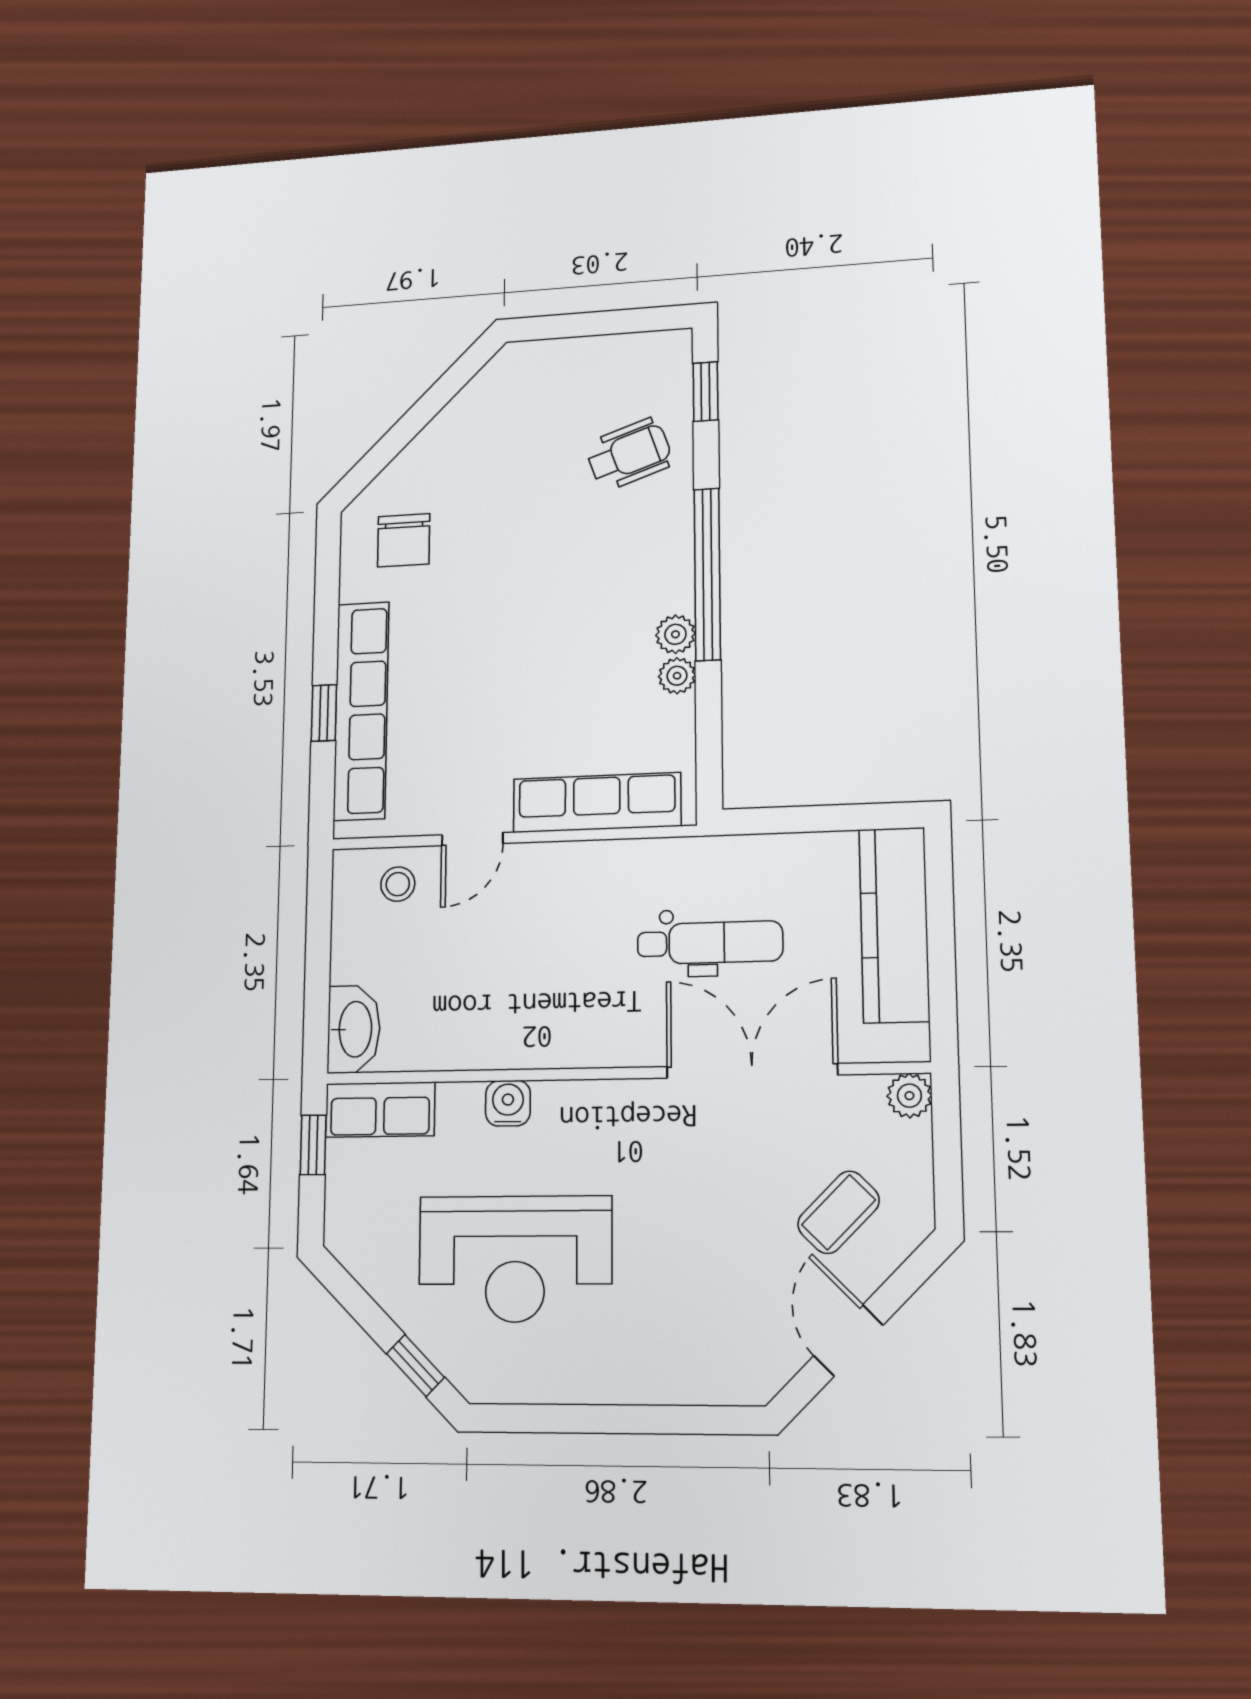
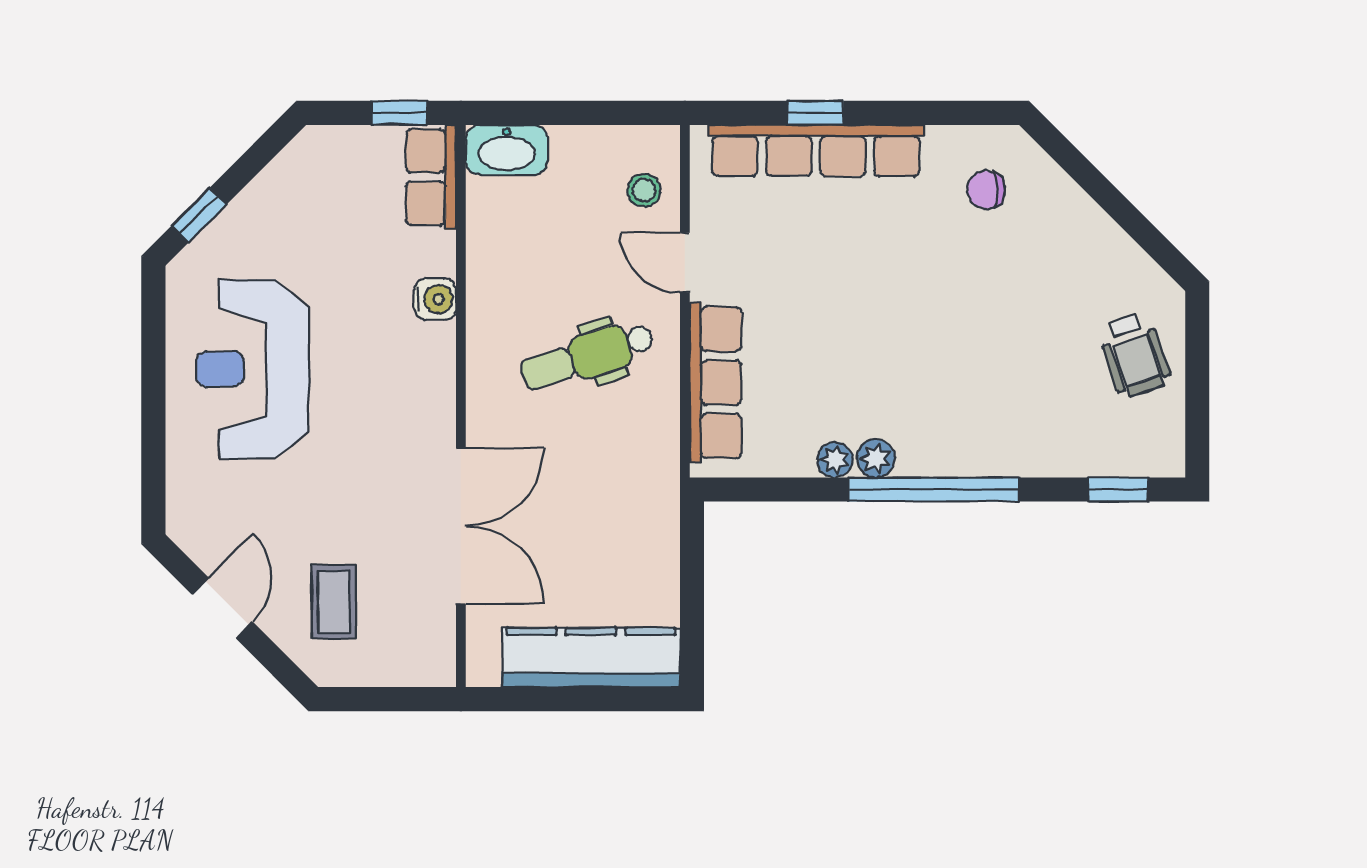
wheelchair: (629, 454) -> (1135, 355), moved
chair: (404, 540) -> (986, 190), width x0.73, depth x0.73
dental chair: (710, 943) -> (587, 356), moved, turned 72
plant: (909, 1096) -> (436, 667), removed
coffee table: (839, 1212) -> (334, 602), turned 45
reception desk: (515, 1259) -> (253, 369), moved
door: (848, 1341) -> (222, 608), hinge flipped

